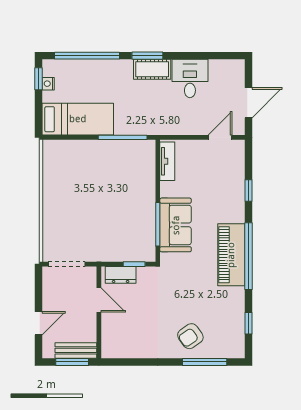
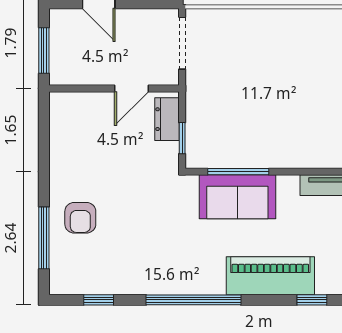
window: (248, 190) -> (312, 300), moved
piano: (231, 255) -> (270, 276), moved
armchair: (190, 336) -> (80, 218), turned -145
bench: (76, 350) -> (60, 56), removed

